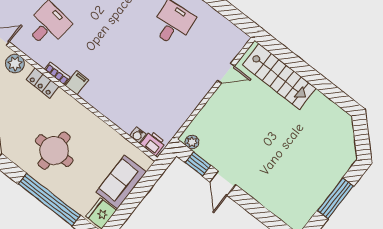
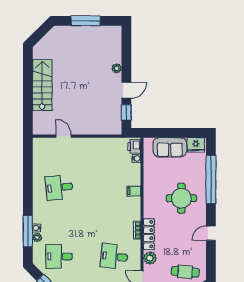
stairs: (279, 77) -> (42, 85), moved
locker: (43, 83) -> (149, 234), width x1.53
filing cabinet: (77, 83) -> (134, 191), moved
plant: (192, 142) -> (117, 68), moved

